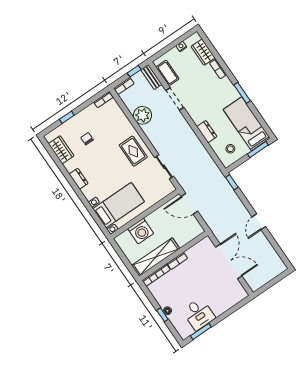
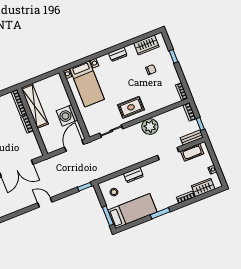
plant: (143, 115) -> (150, 127), moved
washing machine: (141, 231) -> (67, 115), moved

